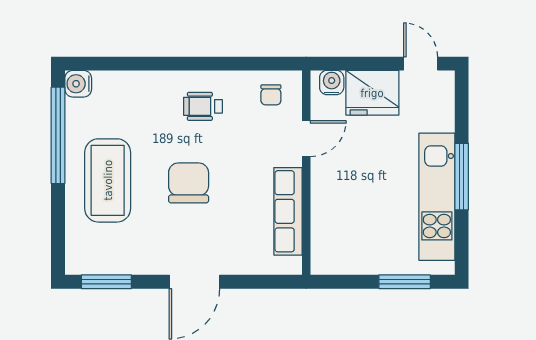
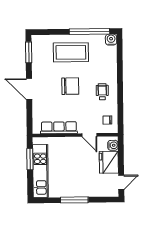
kitchen unit: (437, 197) -> (40, 171), moved, turned 90
window: (405, 282) -> (30, 159), moved

